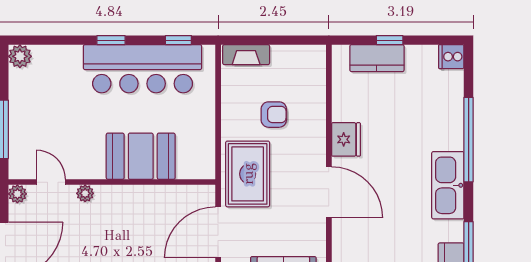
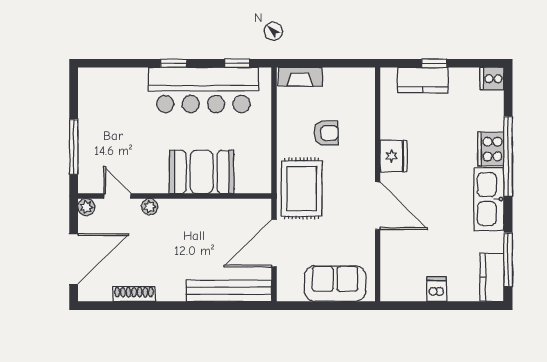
plant: (20, 56) -> (89, 78), removed
cooker: (450, 132) -> (491, 149), added

